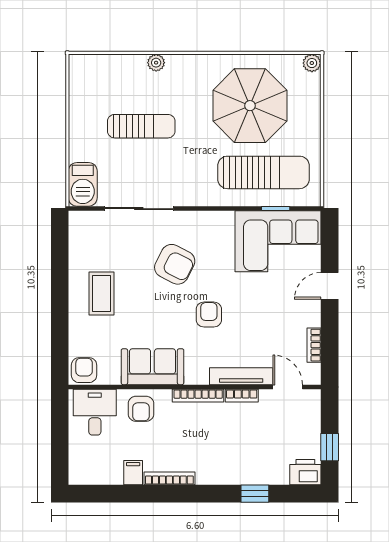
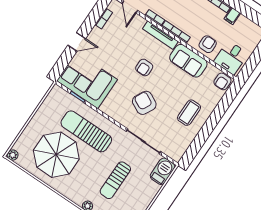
sun lounger: (141, 126) -> (115, 180), turned -90
sun lounger: (263, 172) -> (86, 131), moved
tv unit: (241, 376) -> (160, 35), moved

